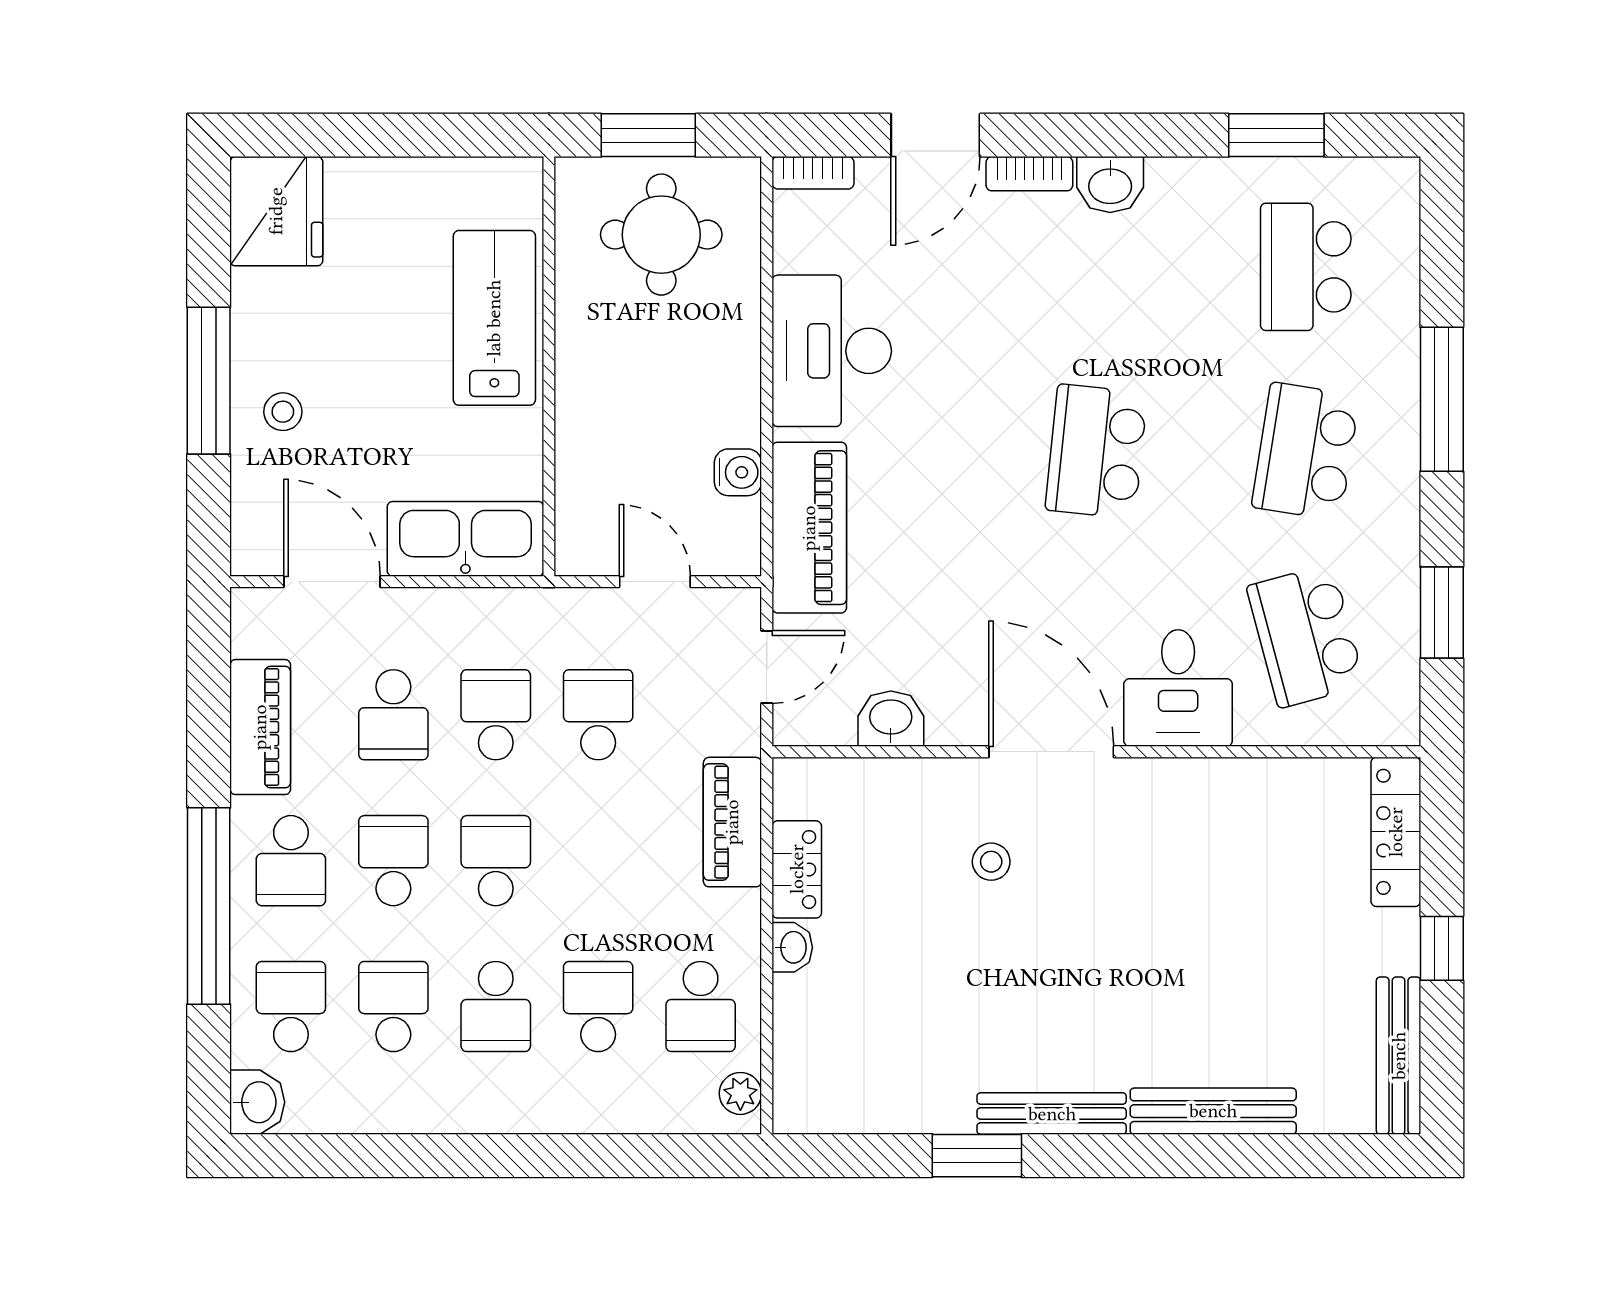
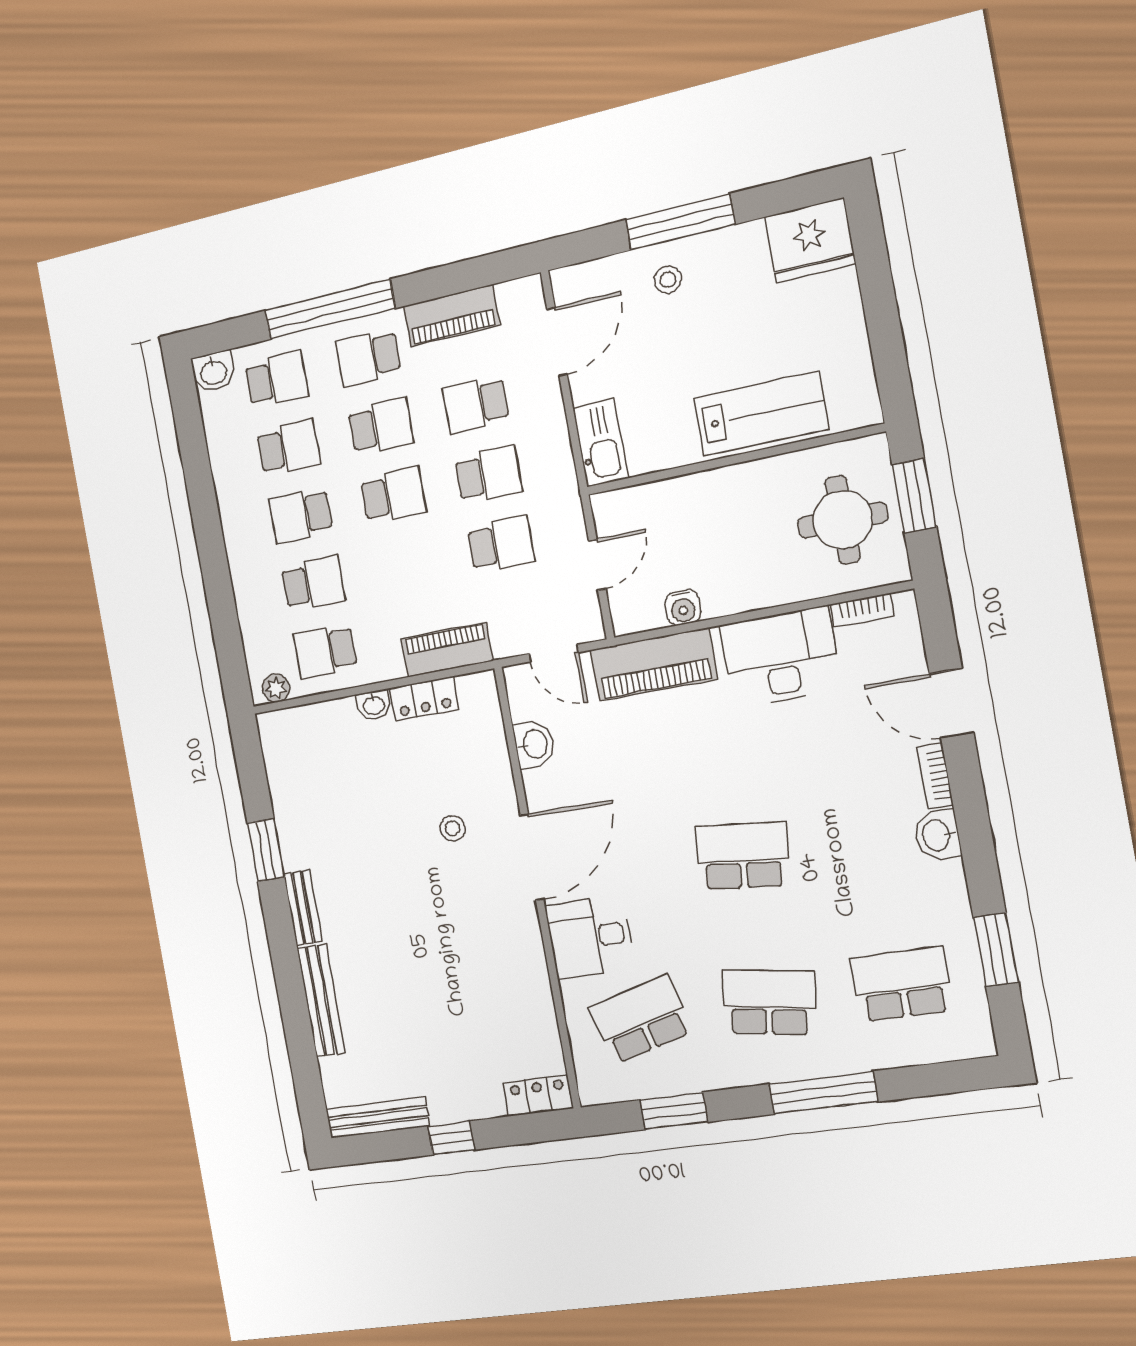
bookcase: (813, 173) -> (862, 610), moved, turned -90
kitchen sink: (465, 539) -> (600, 443), width x0.73, depth x0.81
locker: (1396, 832) -> (538, 1096), width x0.66
bench: (1052, 1114) -> (303, 908), width x0.73

